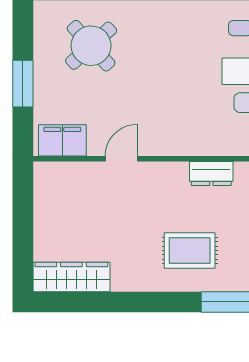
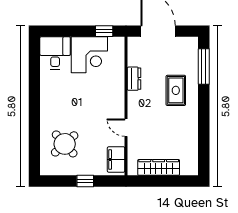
window: (23, 84) -> (85, 181), width x0.67
wardrobe: (71, 277) -> (159, 167), moved, turned 90

